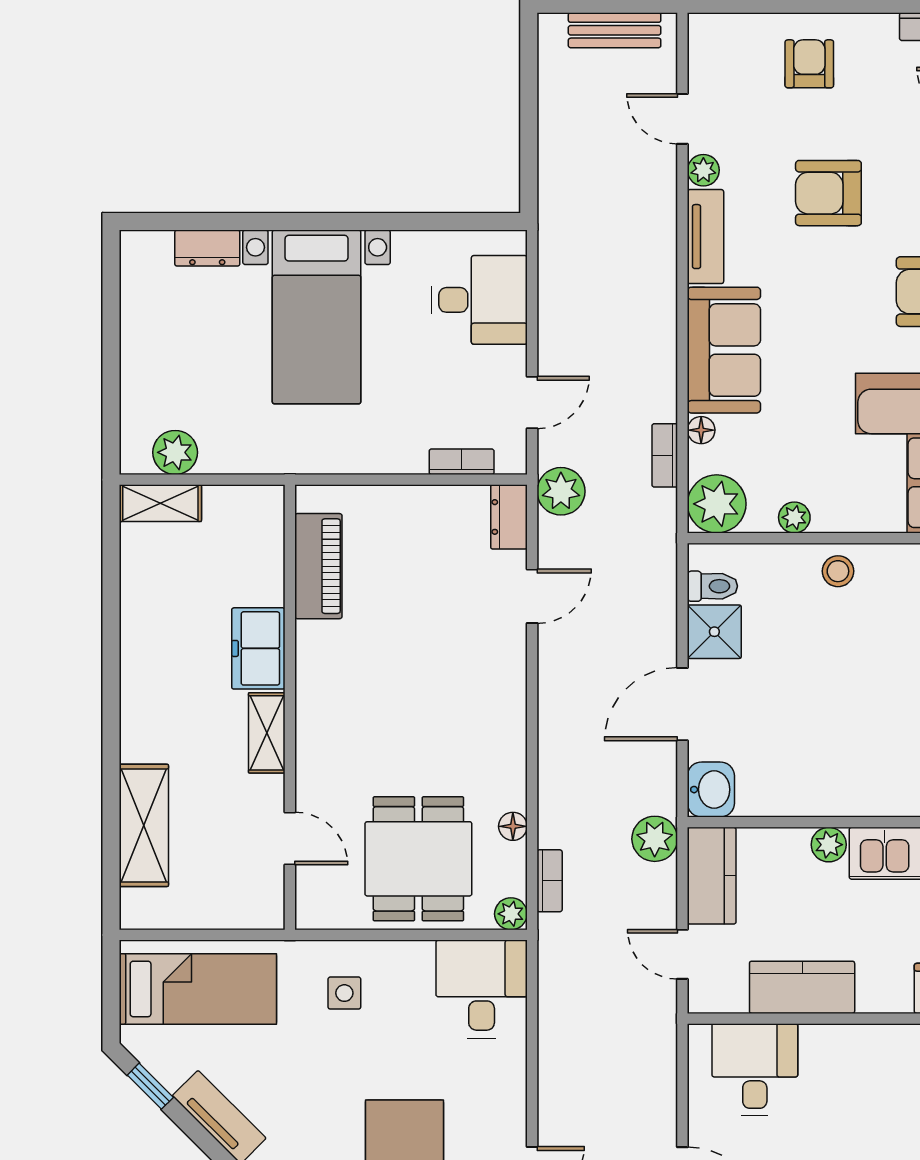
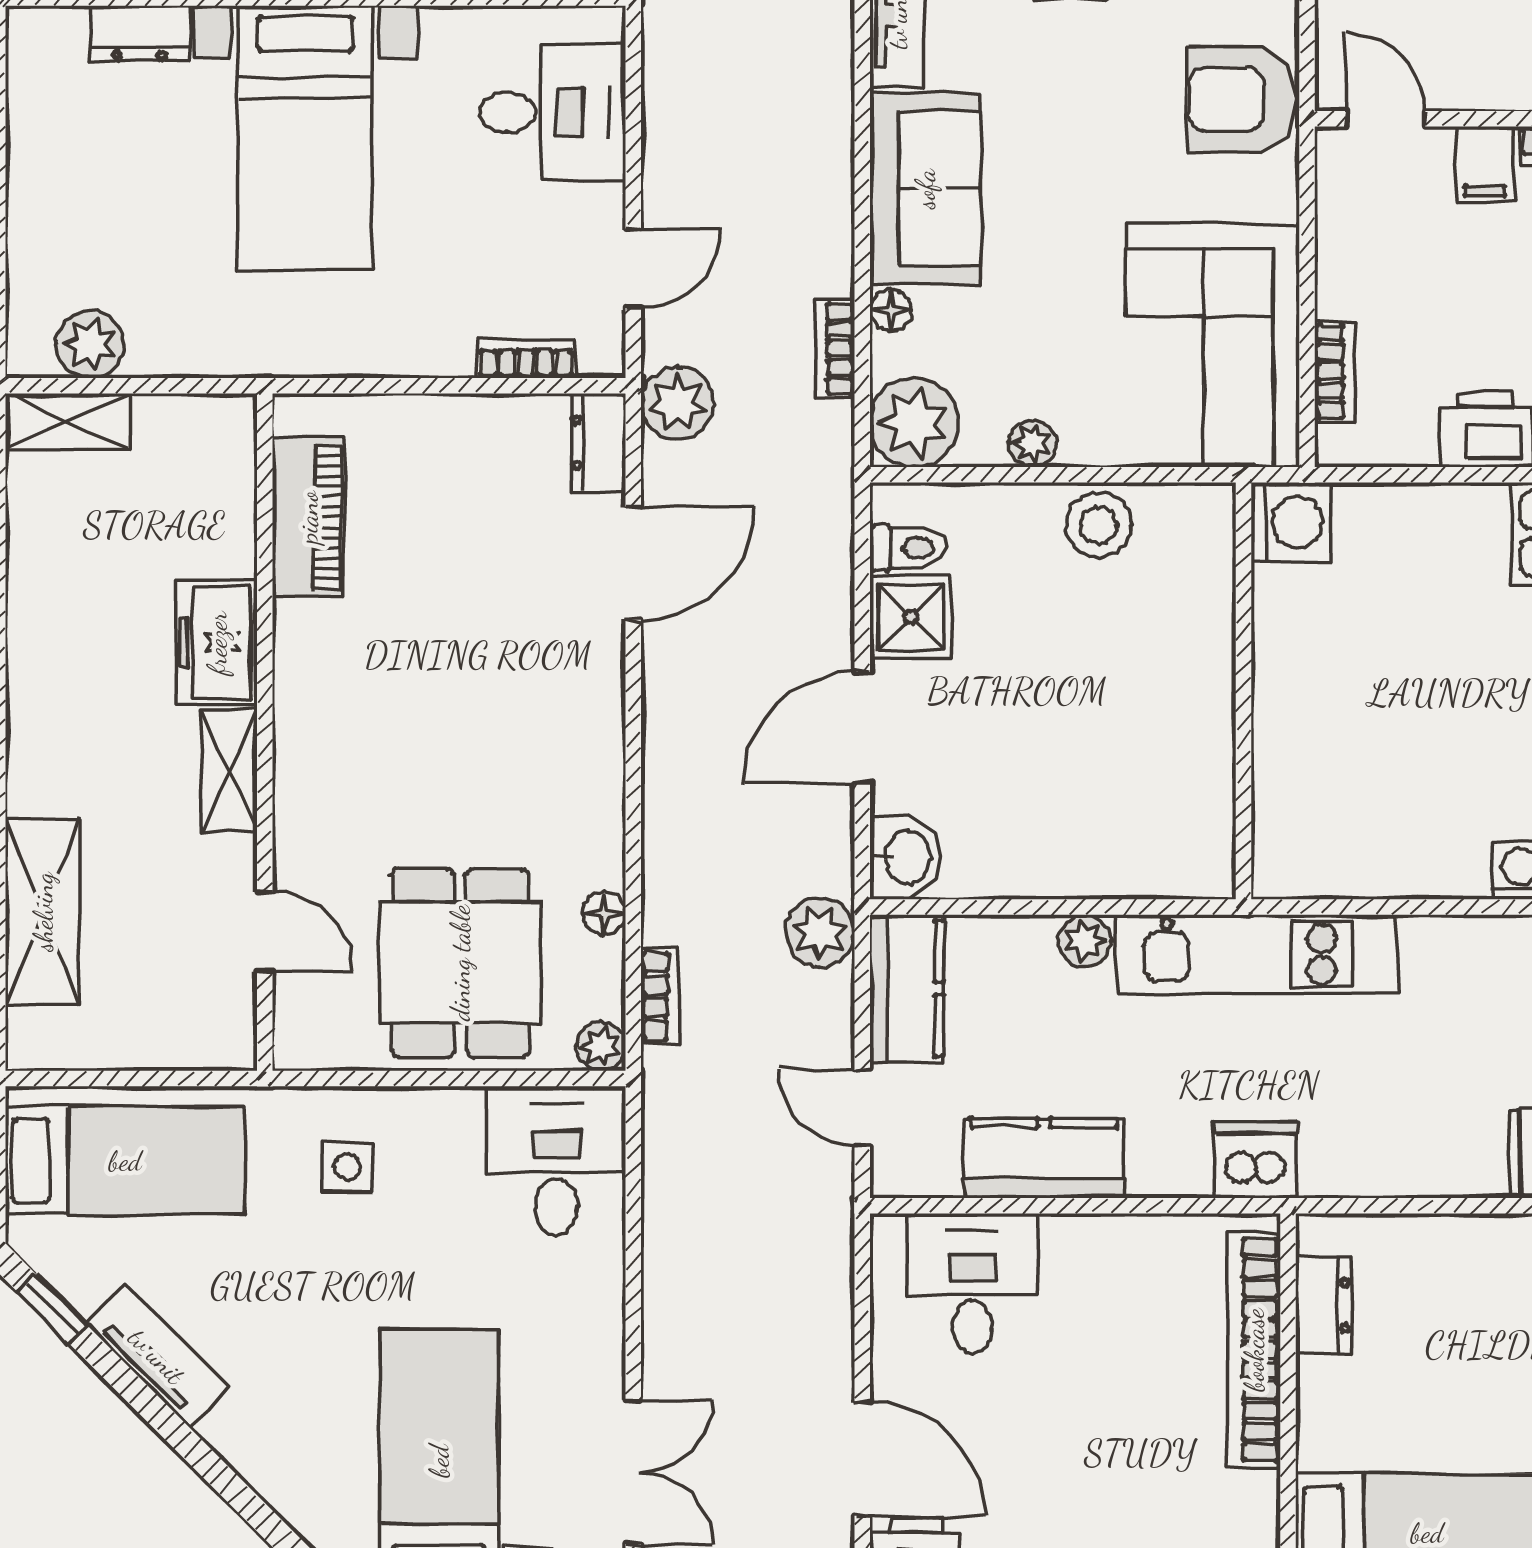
stool: (838, 571) -> (1099, 525), width x1.37, depth x1.37
door: (532, 596) -> (633, 563), width x1.37

